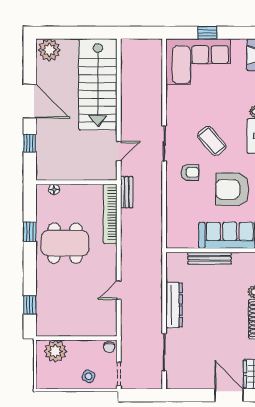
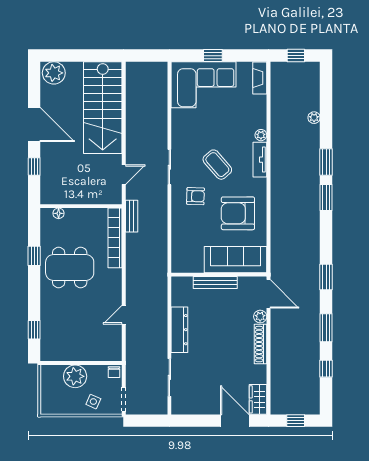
plant: (55, 351) -> (75, 376), moved

